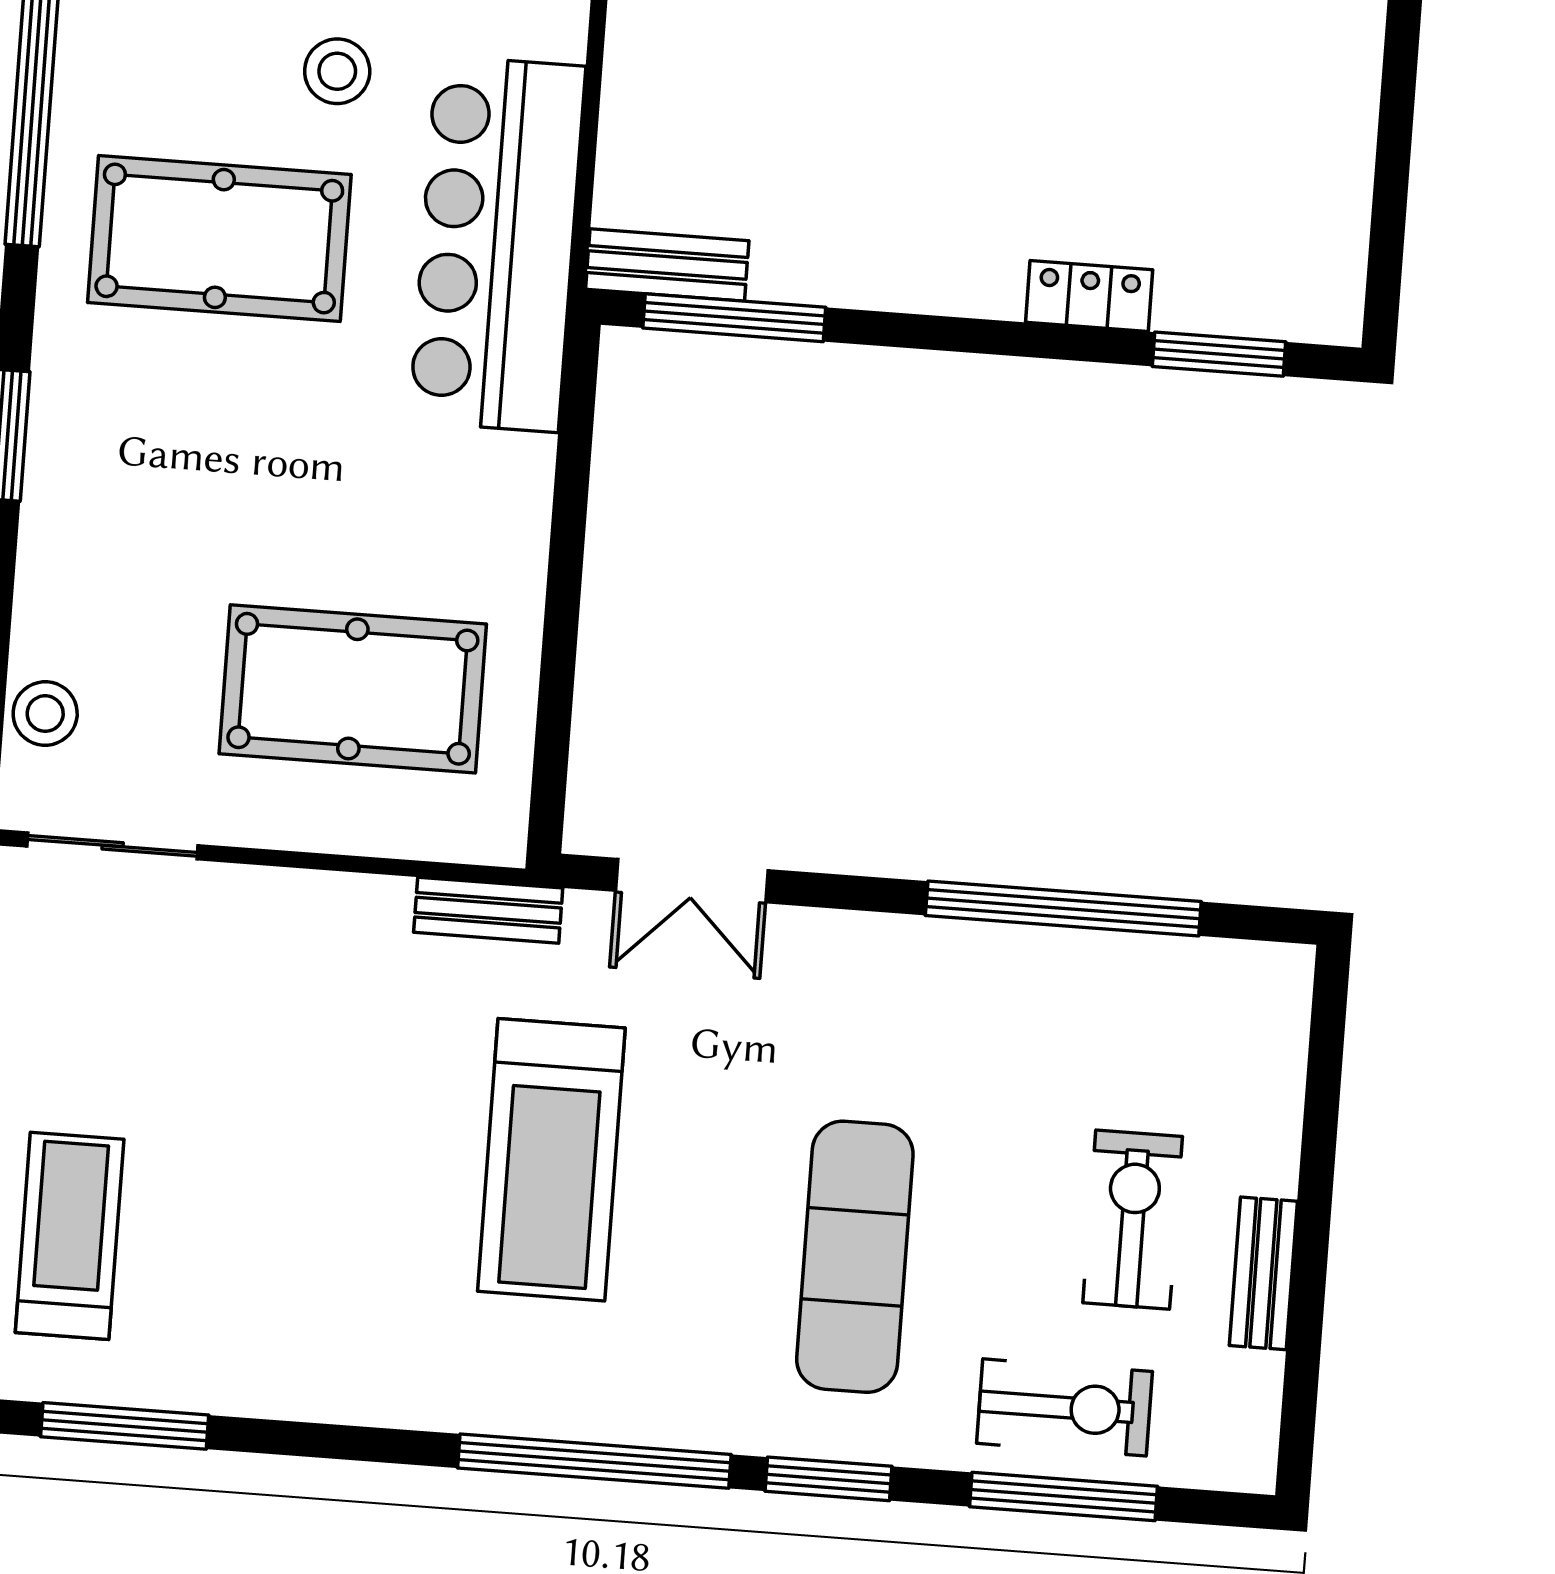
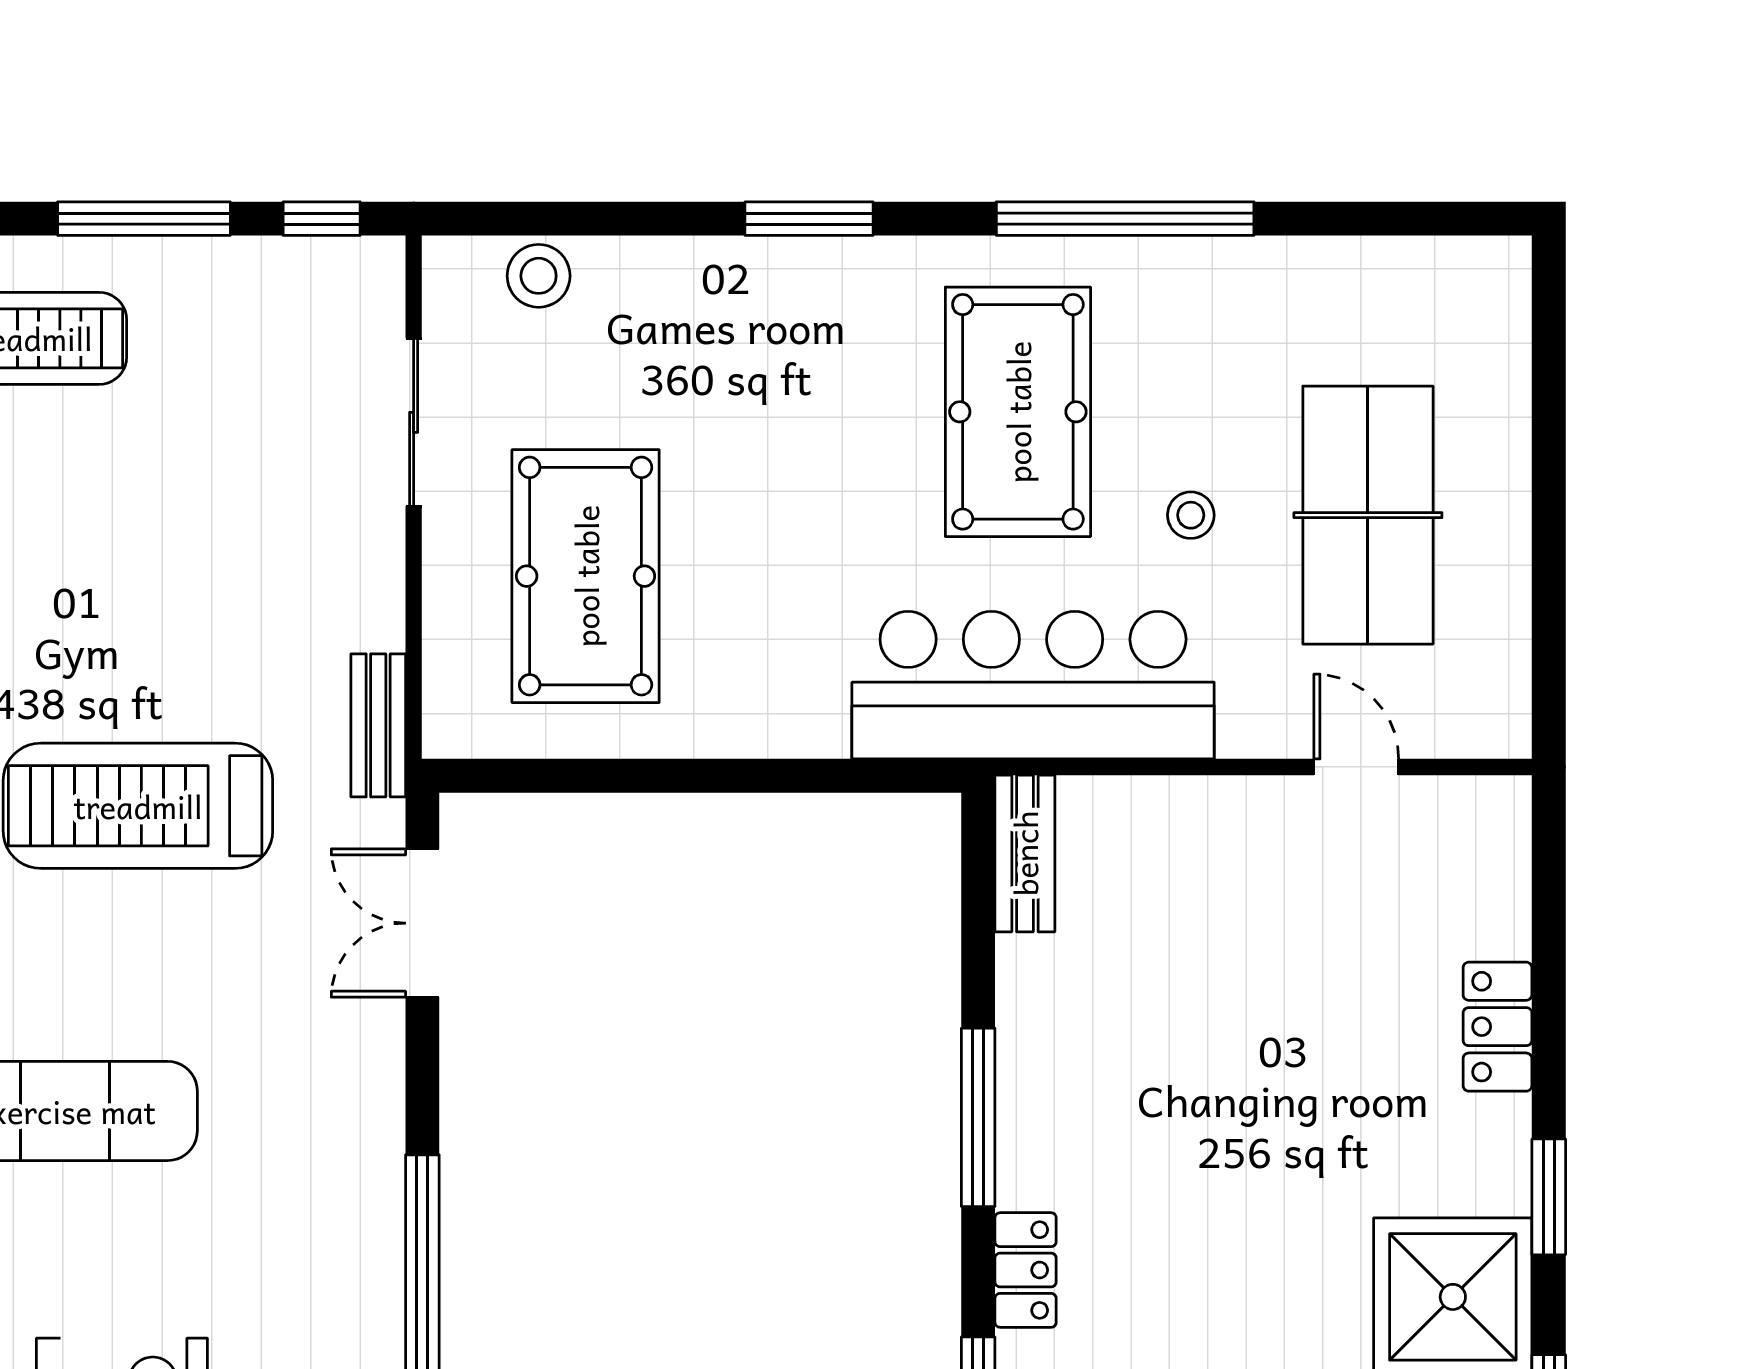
stool: (337, 71) -> (1191, 515), width x0.73, depth x0.73
window: (734, 318) -> (978, 1117), moved
sliding door: (113, 846) -> (414, 422), moved

